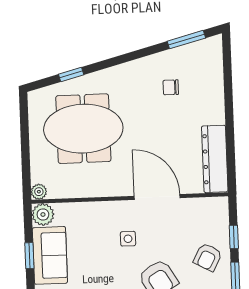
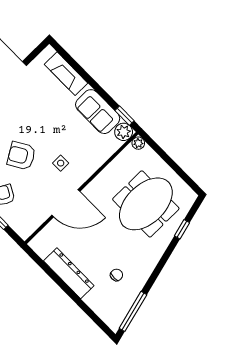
window: (186, 40) -> (133, 311), width x1.44
dresser: (215, 159) -> (69, 273), moved
window: (29, 256) -> (125, 116), moved

